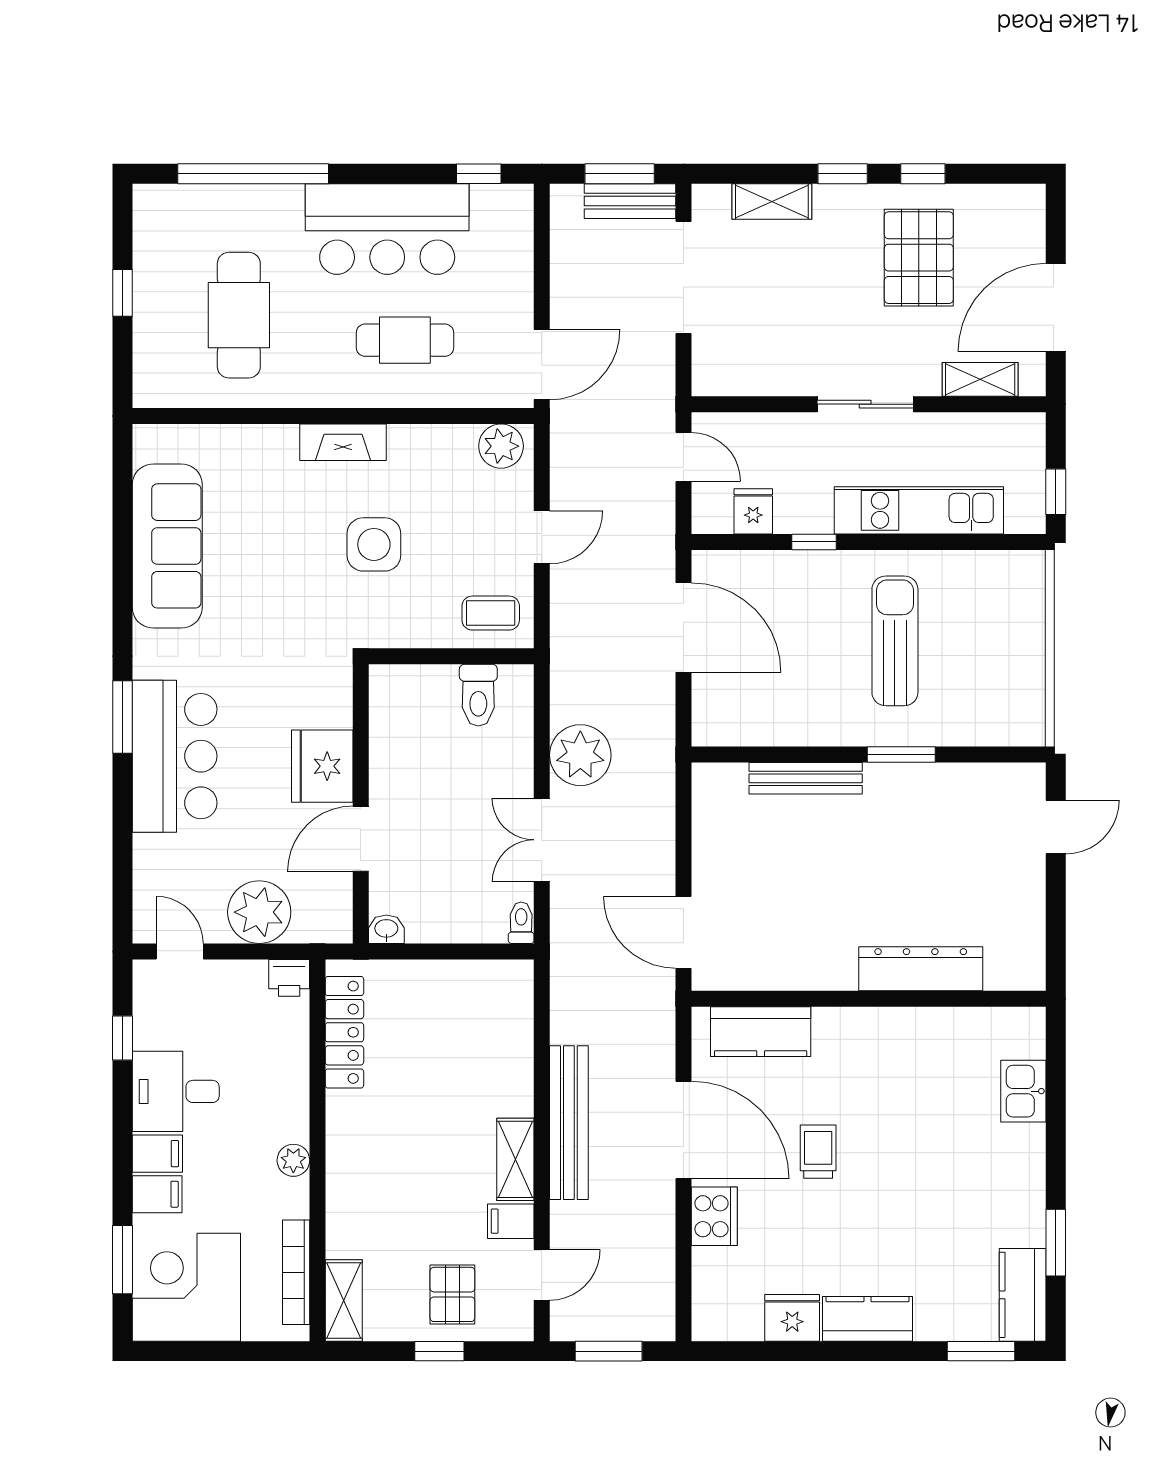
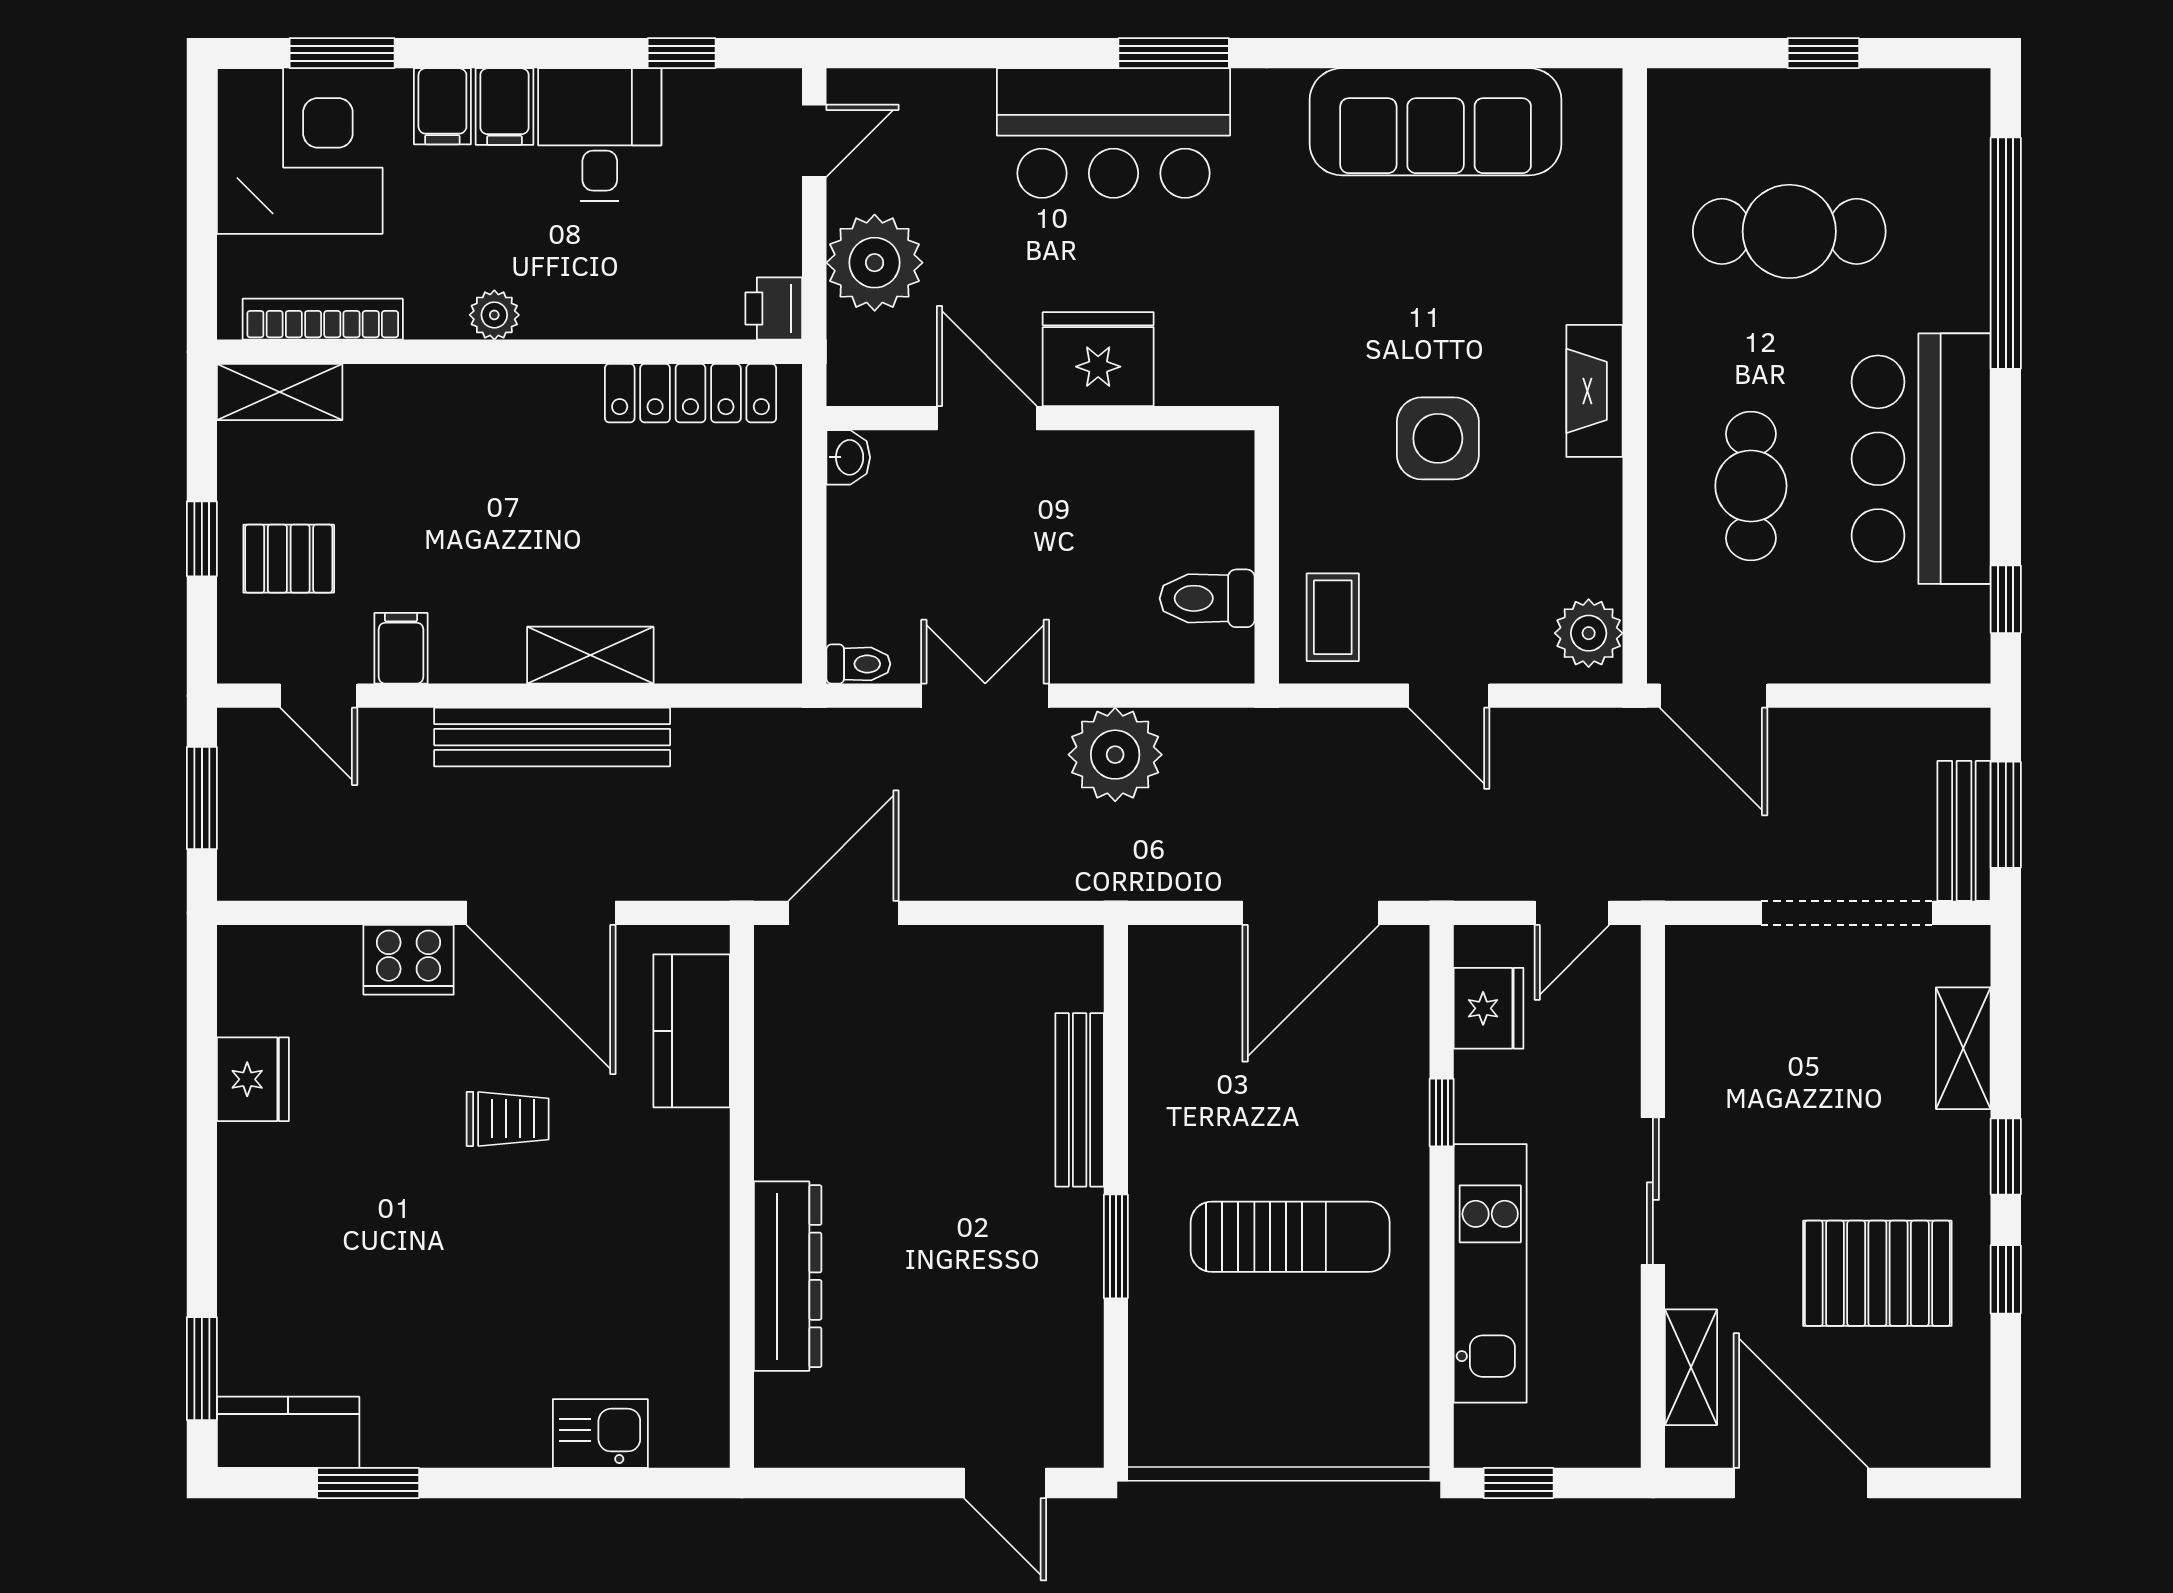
fridge: (753, 511) -> (1489, 1008), width x1.38
door: (684, 1130) -> (541, 913), hinge flipped
shelving: (515, 1159) -> (590, 655), moved
kitchen counter: (868, 1319) -> (251, 1195), removed

